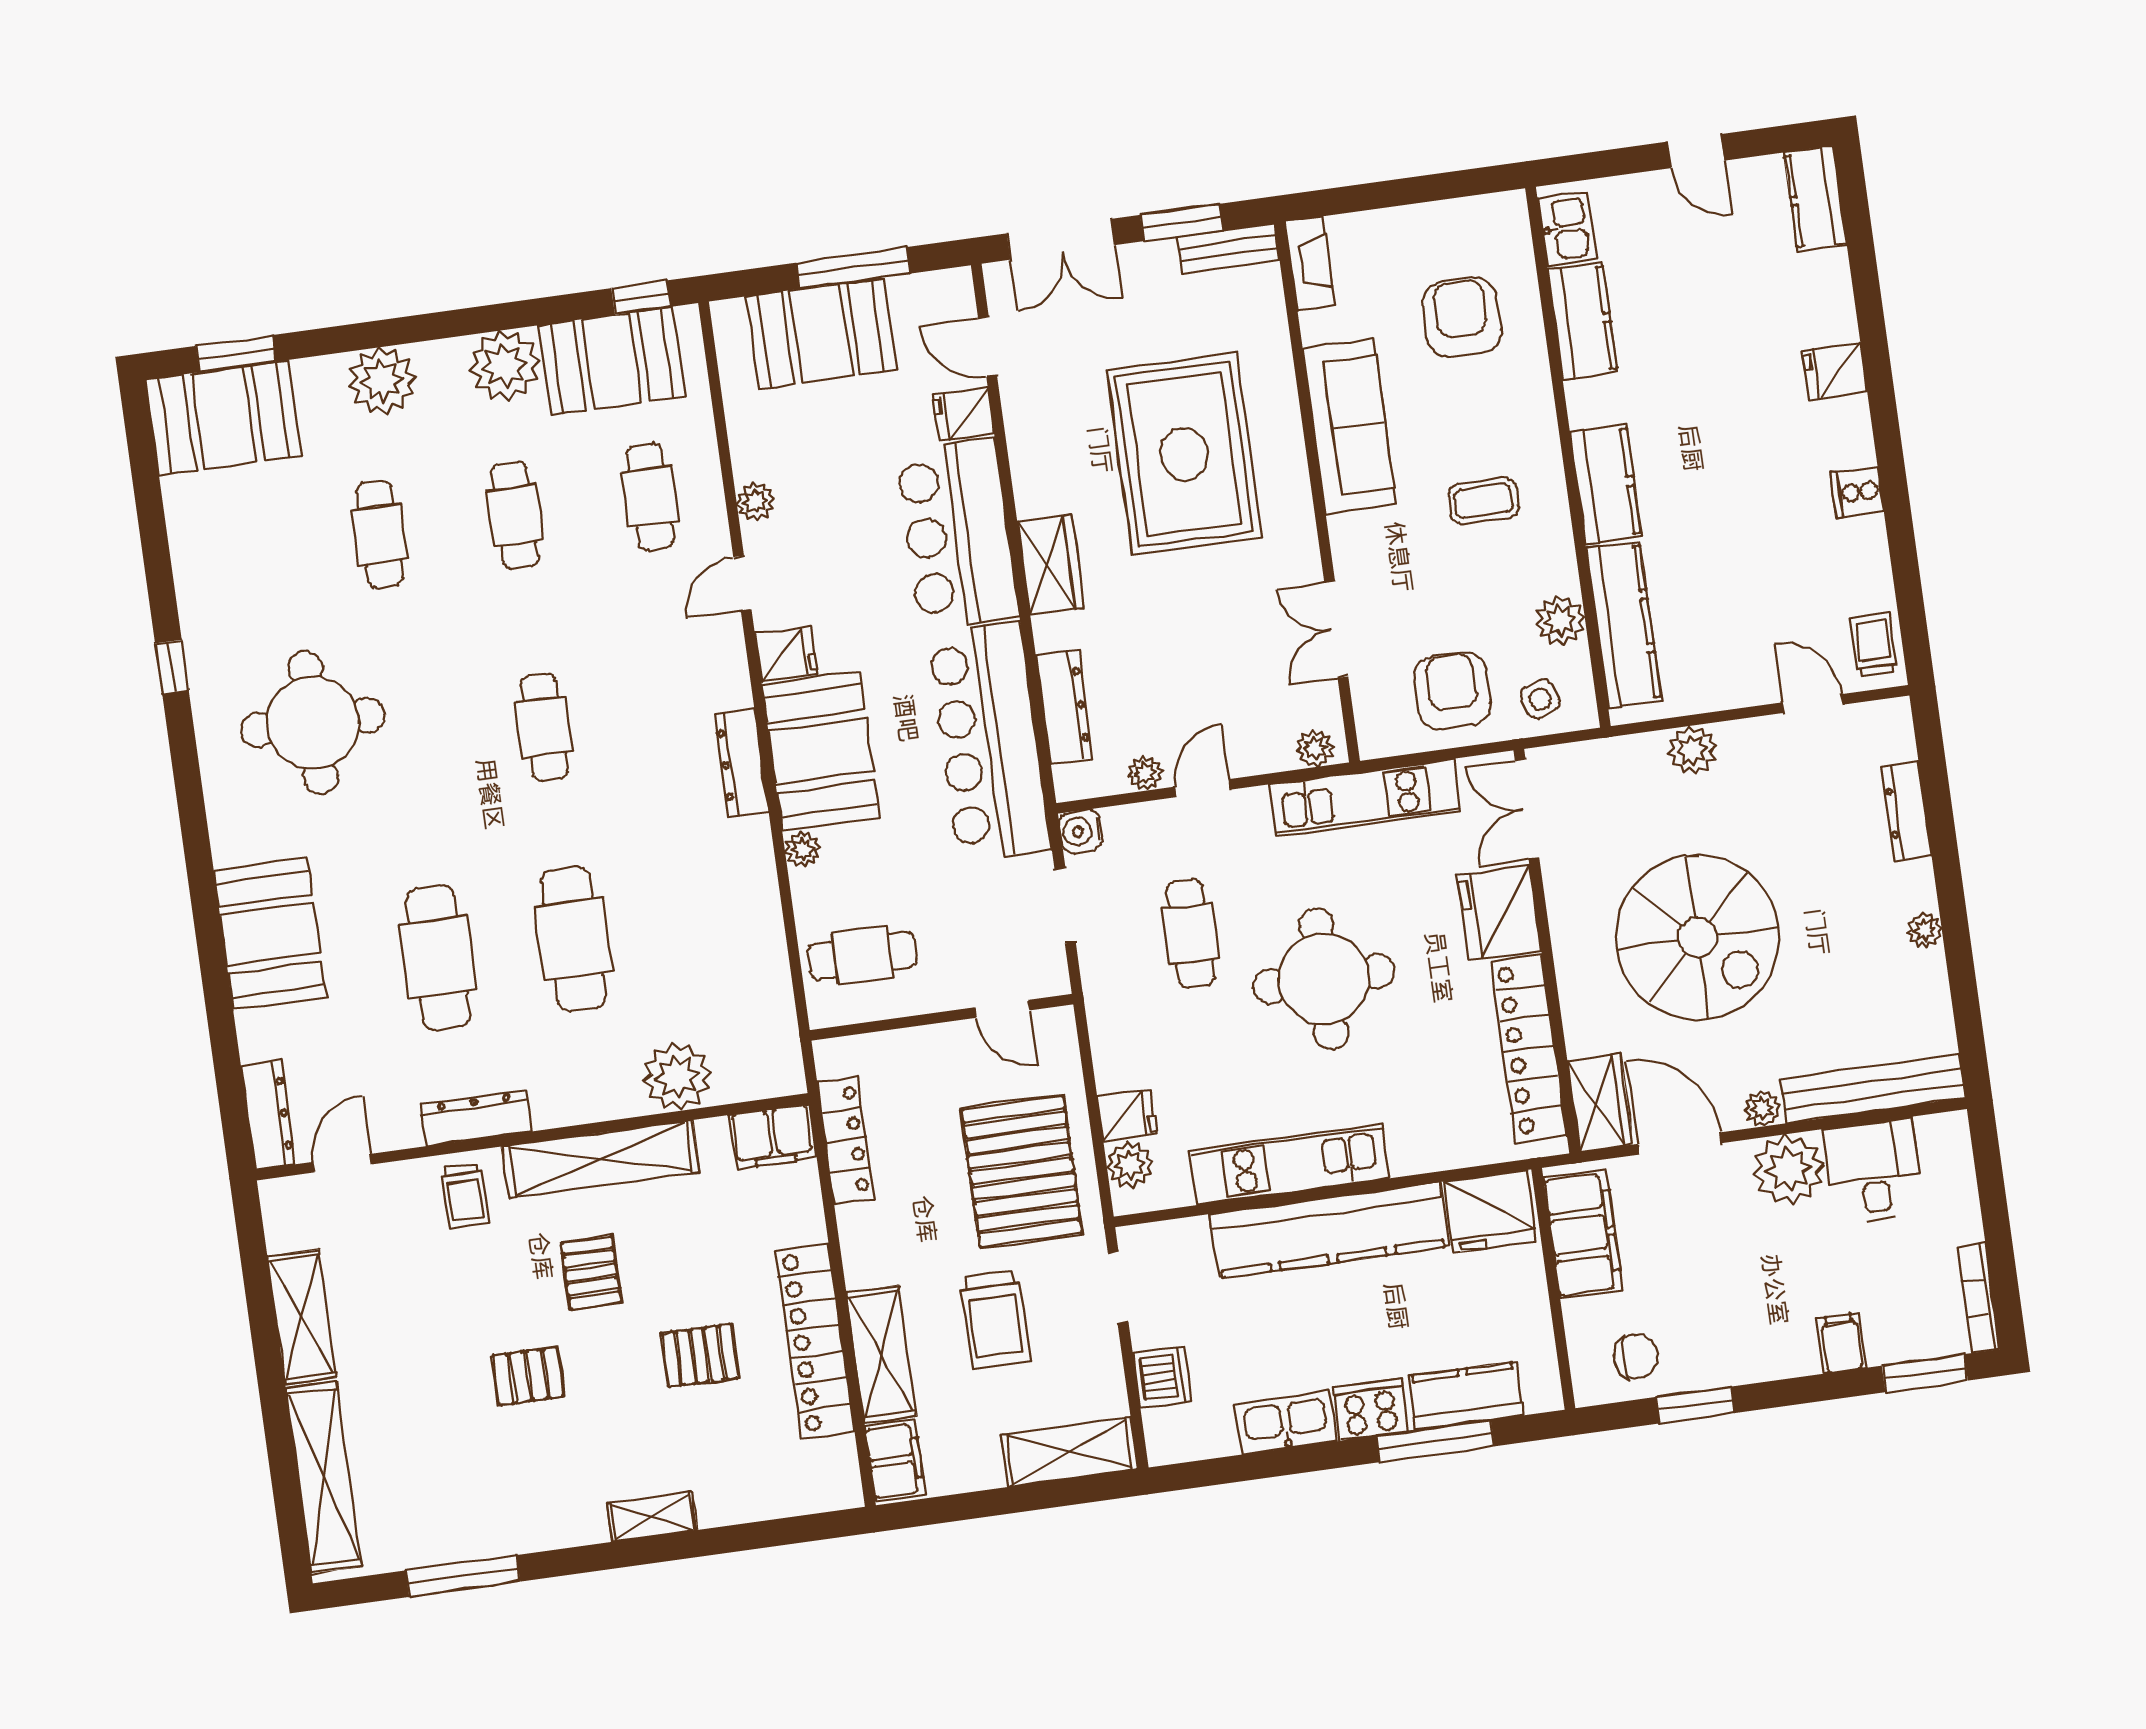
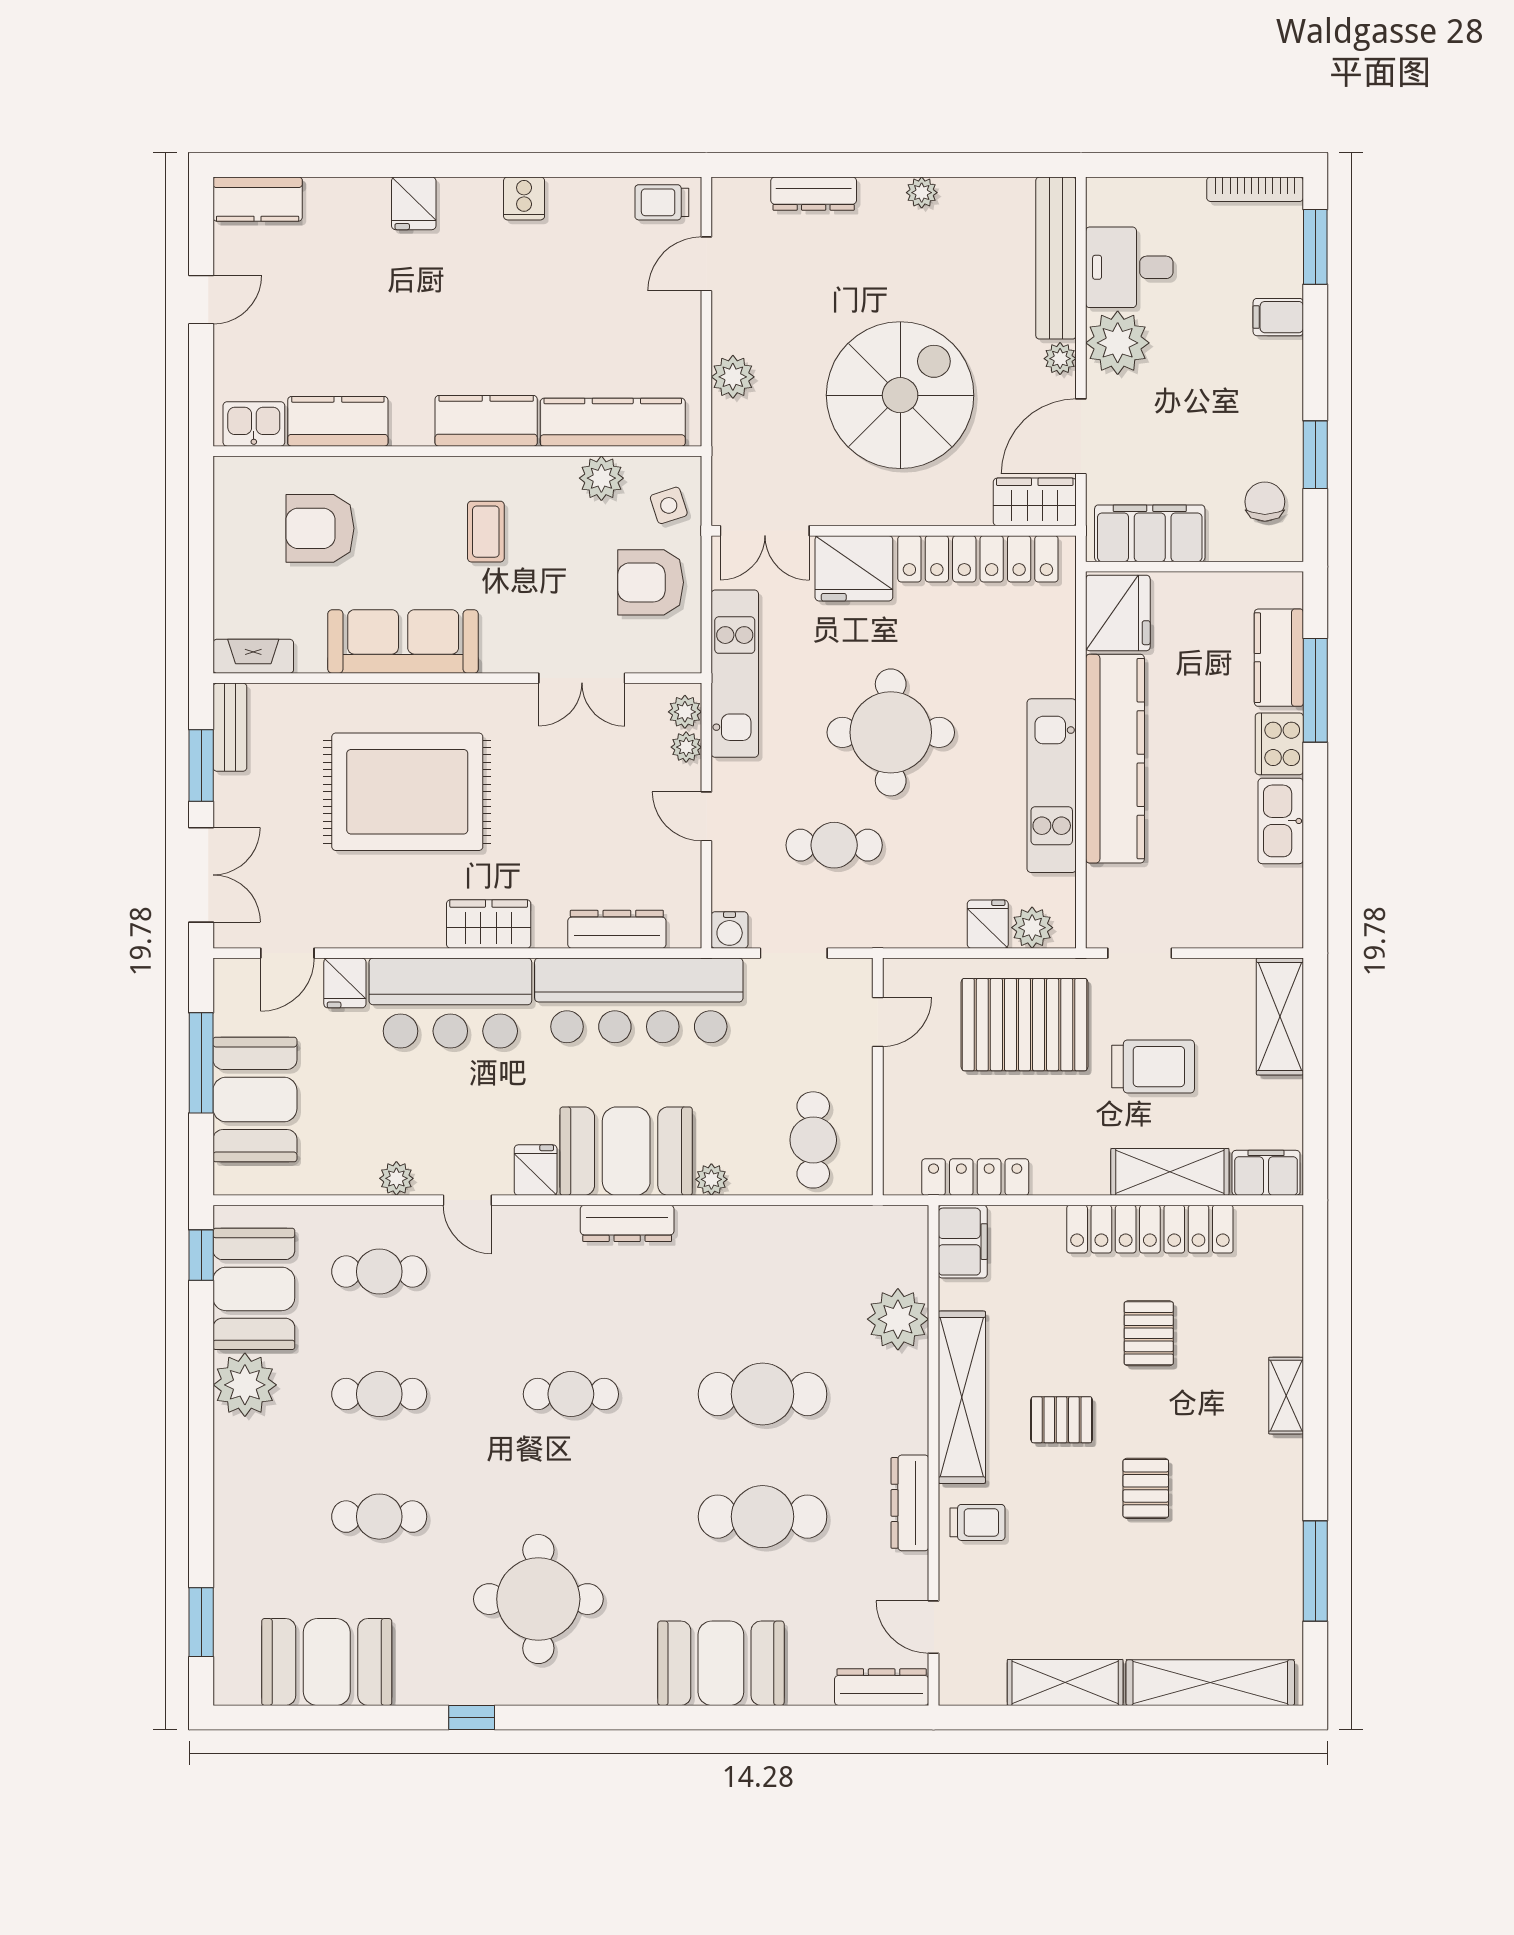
plant: (382, 381) -> (243, 1495), removed
booth: (224, 418) -> (327, 1662), moved, turned 90
plant: (1145, 773) -> (686, 747), moved
dishwasher: (1162, 1377) -> (1224, 925), removed

